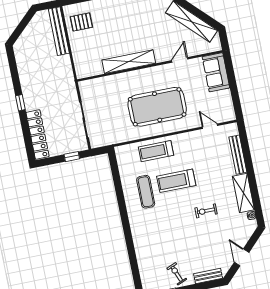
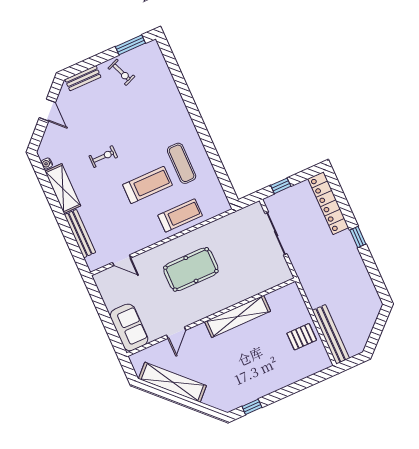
pallet: (81, 22) -> (302, 337), moved
pool table: (157, 107) -> (191, 269), width x0.73, depth x0.76

